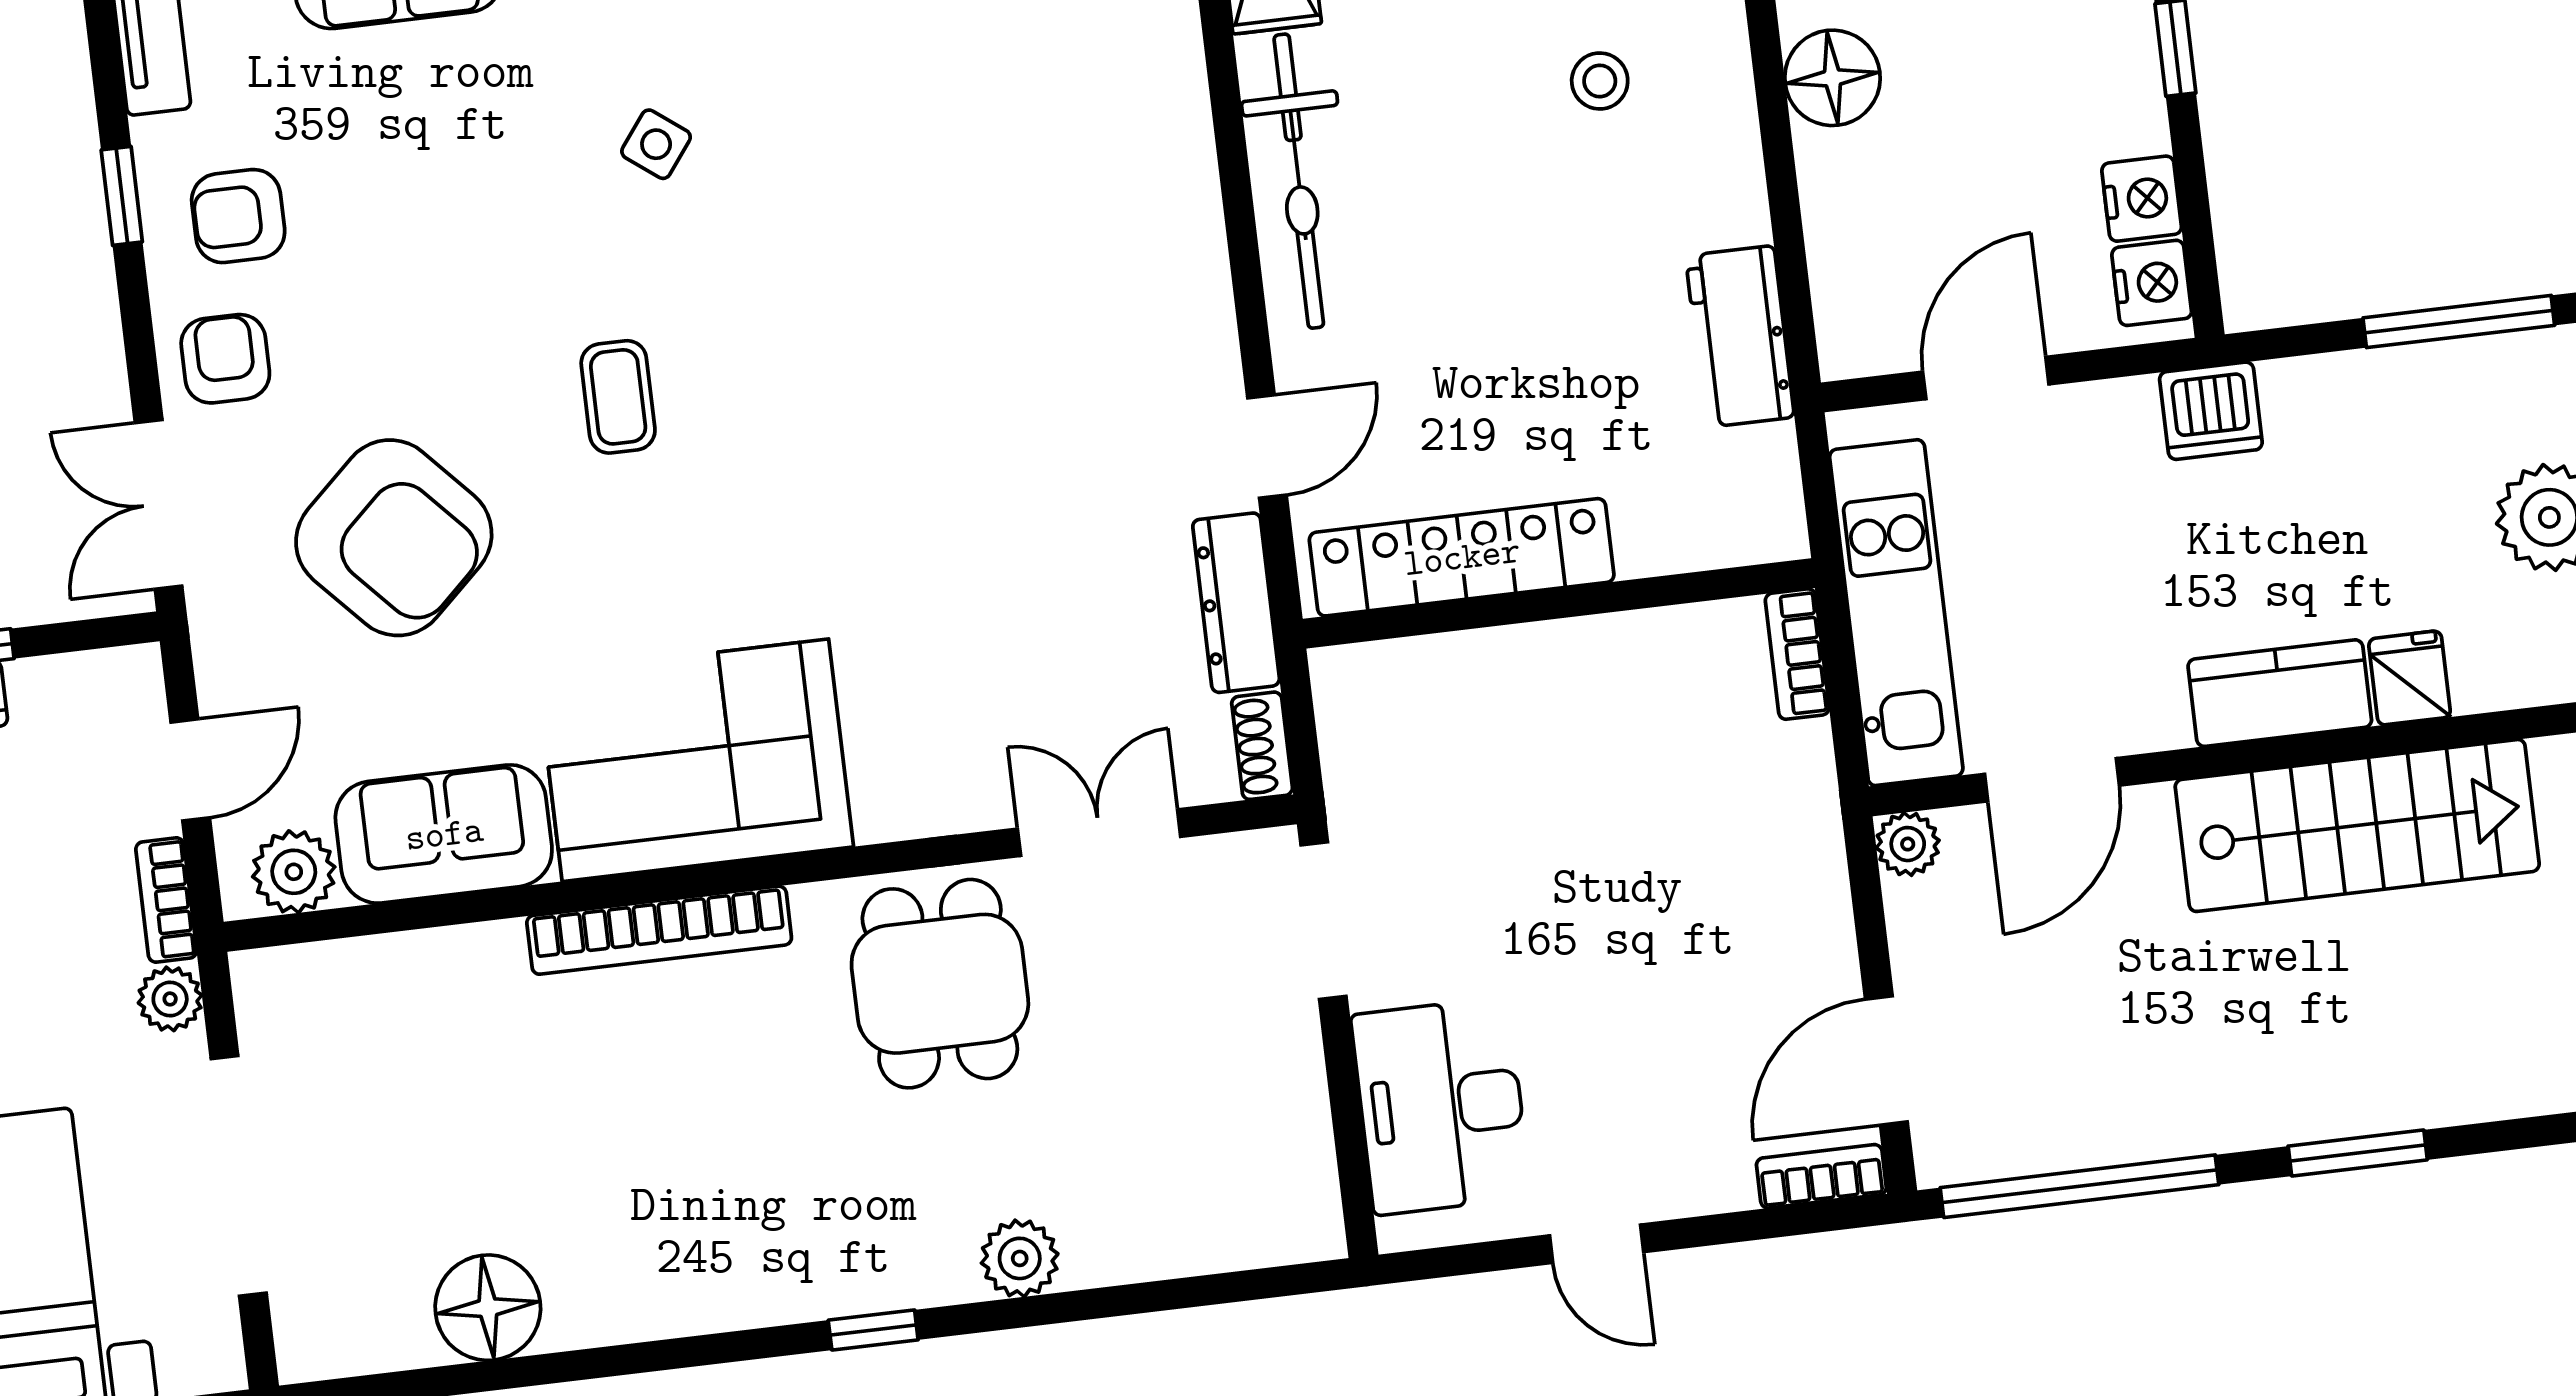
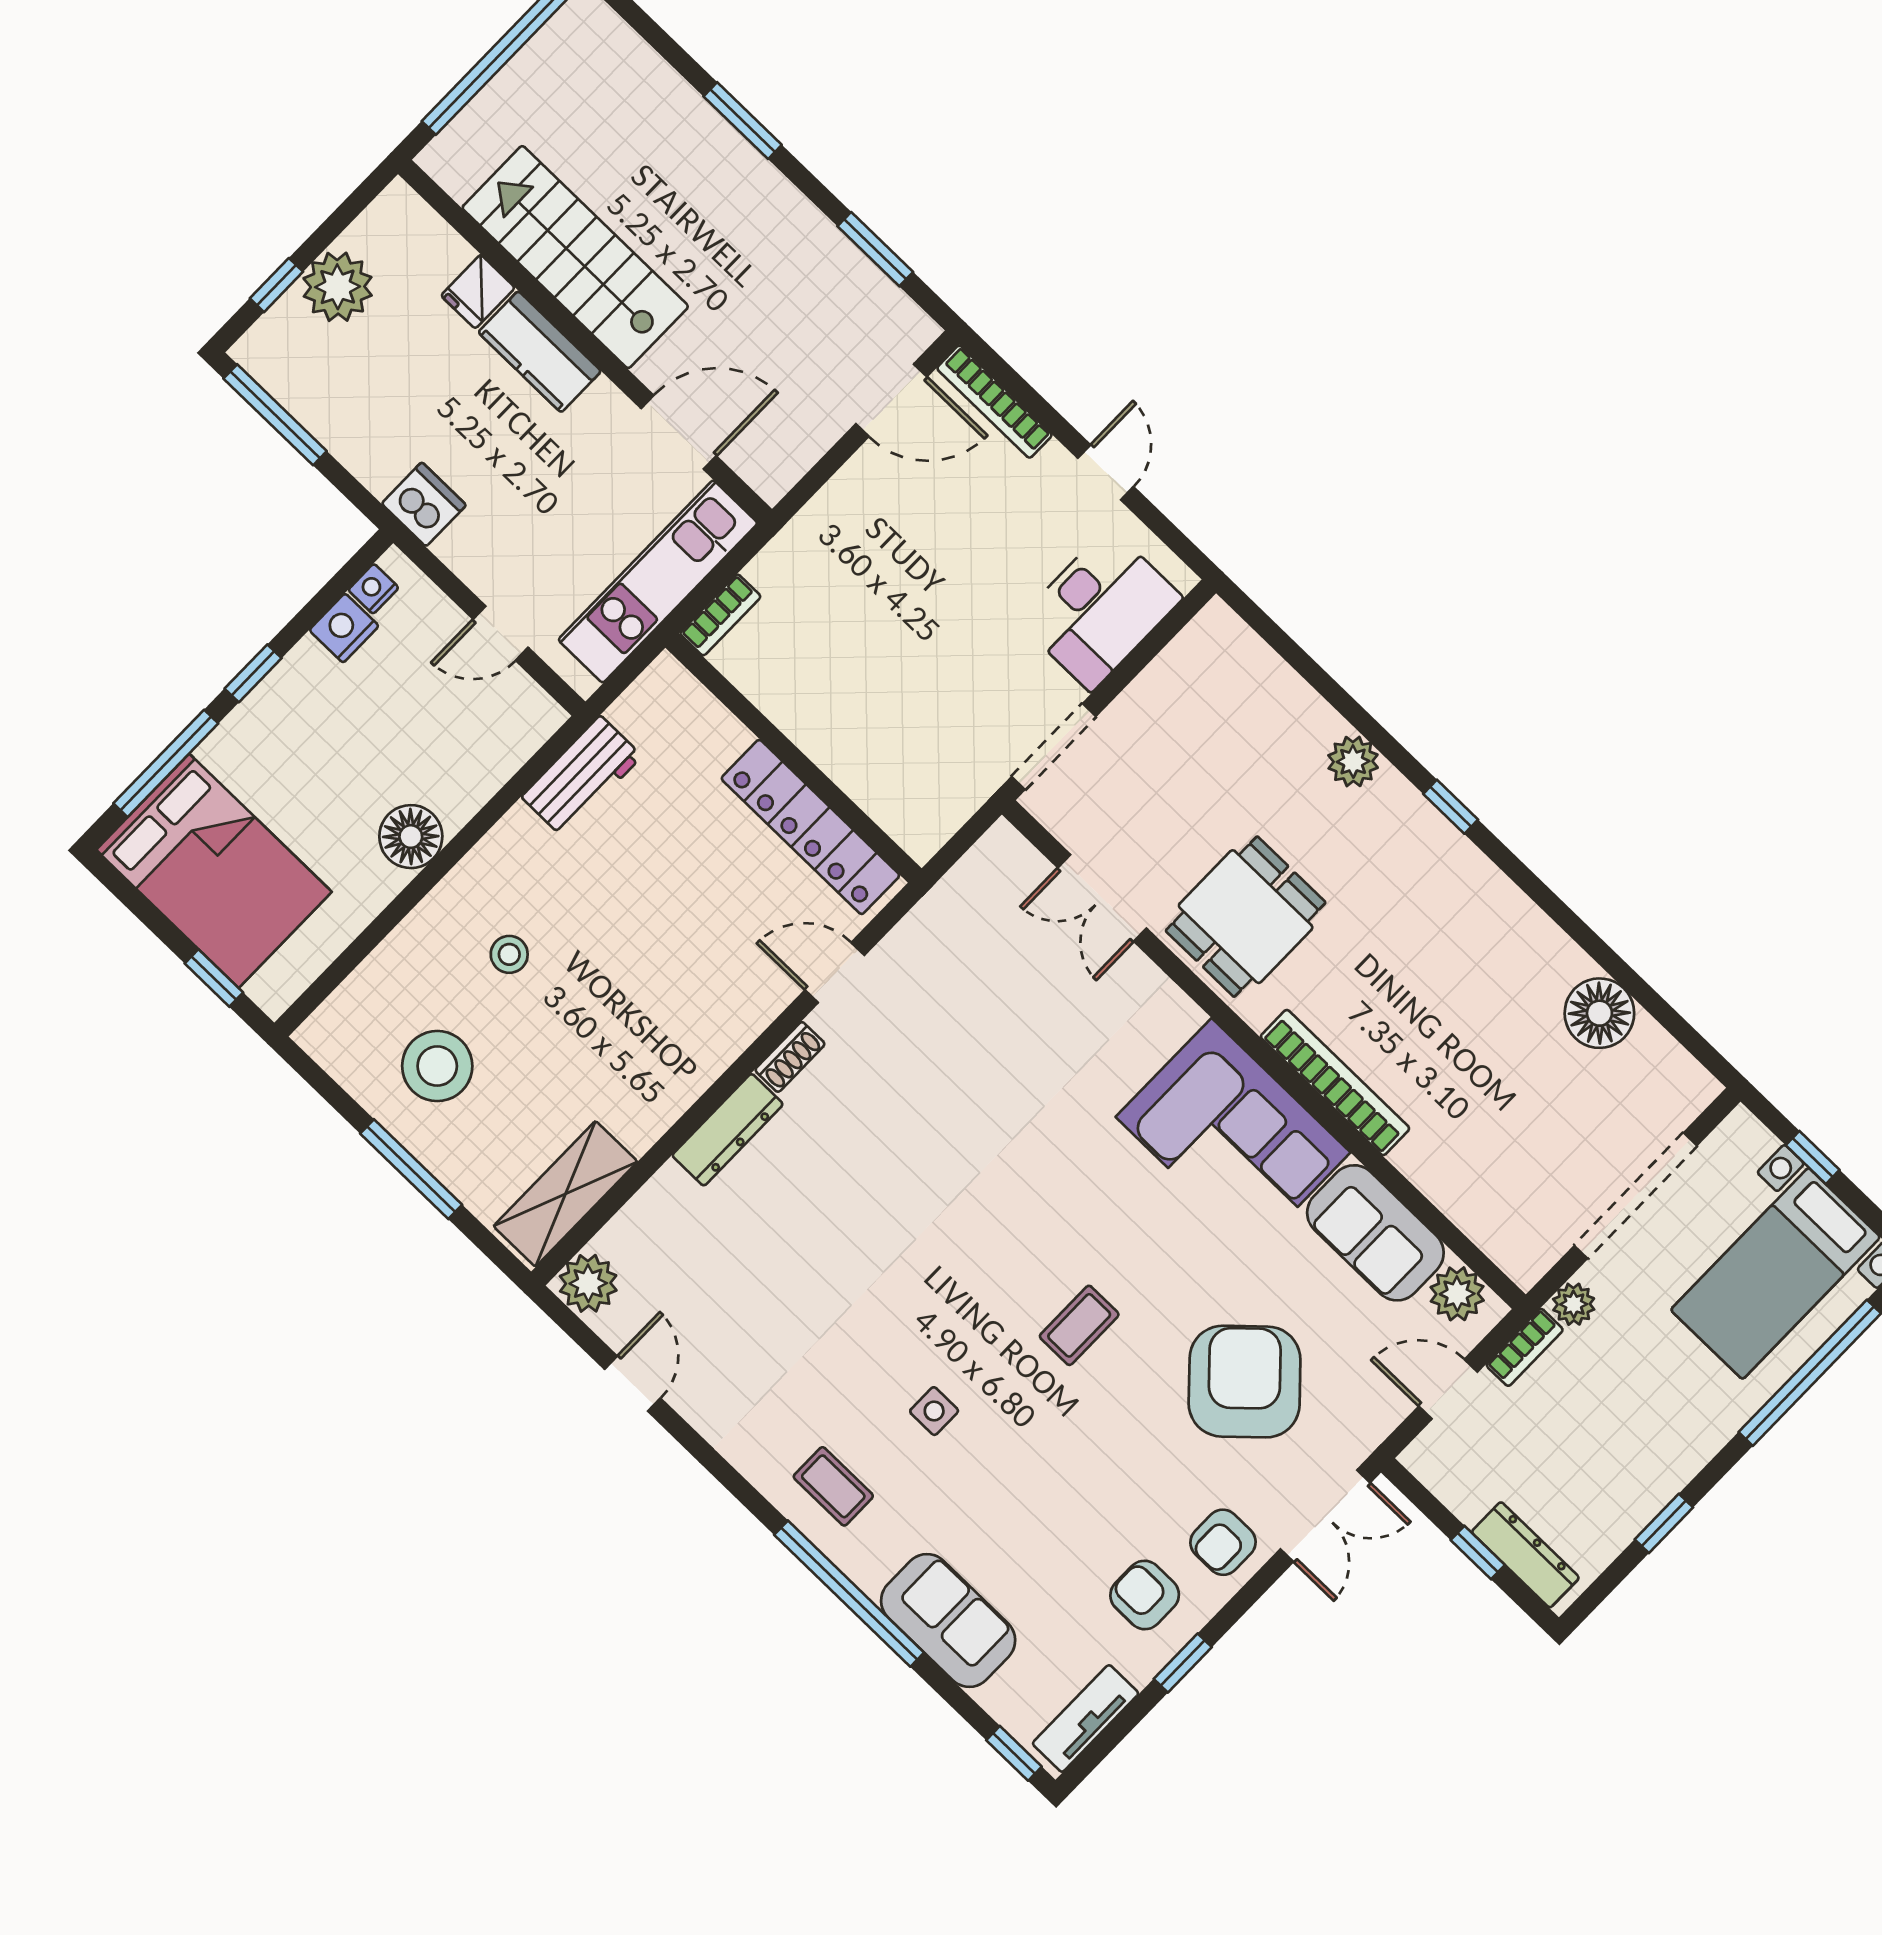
side table: (656, 144) -> (934, 1411), turned -37
bicycle: (1299, 181) -> (686, 1067), removed
armchair: (238, 216) -> (1145, 1595), turned 180
nightstand: (2152, 283) -> (373, 589), width x0.72, depth x0.74
door: (1986, 378) -> (501, 633), width x0.73
dresser: (1236, 603) -> (728, 1130), moved
shoe rack: (1262, 746) -> (790, 1057), moved
plant: (1908, 844) -> (772, 479), removed
bookcase: (1821, 1176) -> (994, 402), width x1.56
window: (2079, 1186) -> (875, 249), width x0.47

